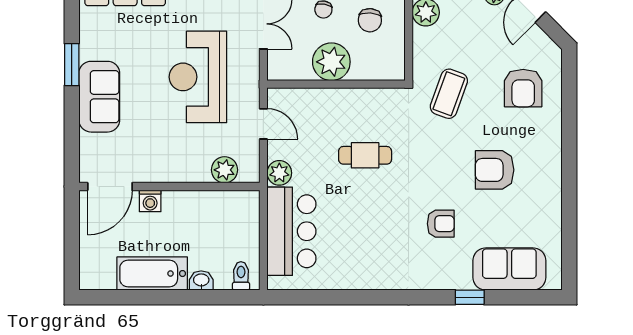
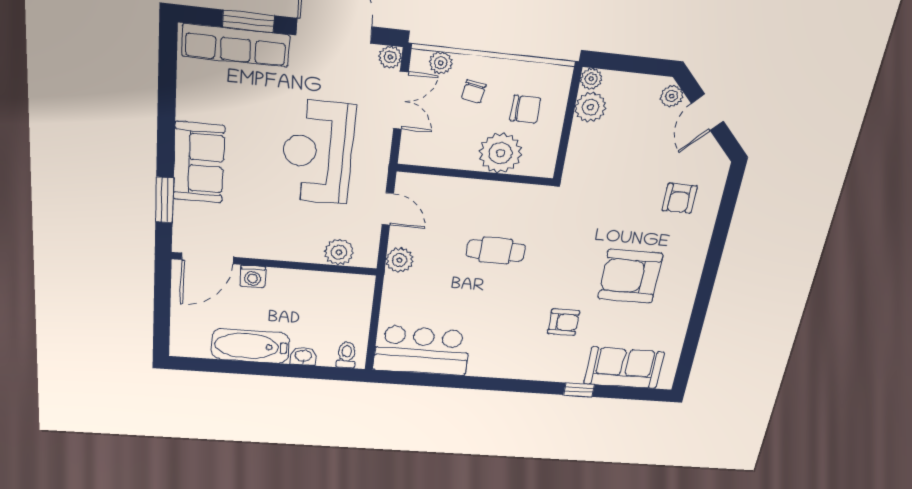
chair: (370, 20) -> (525, 109), turned -95
plant: (331, 62) -> (500, 153), moved
window: (72, 65) -> (164, 200), moved
armchair: (523, 88) -> (679, 198), width x0.72, depth x0.72
coffee table: (449, 94) -> (598, 197), removed
armchair: (495, 170) -> (630, 276), width x1.36, depth x1.36
bar counter: (291, 231) -> (422, 351), moved, turned -90

